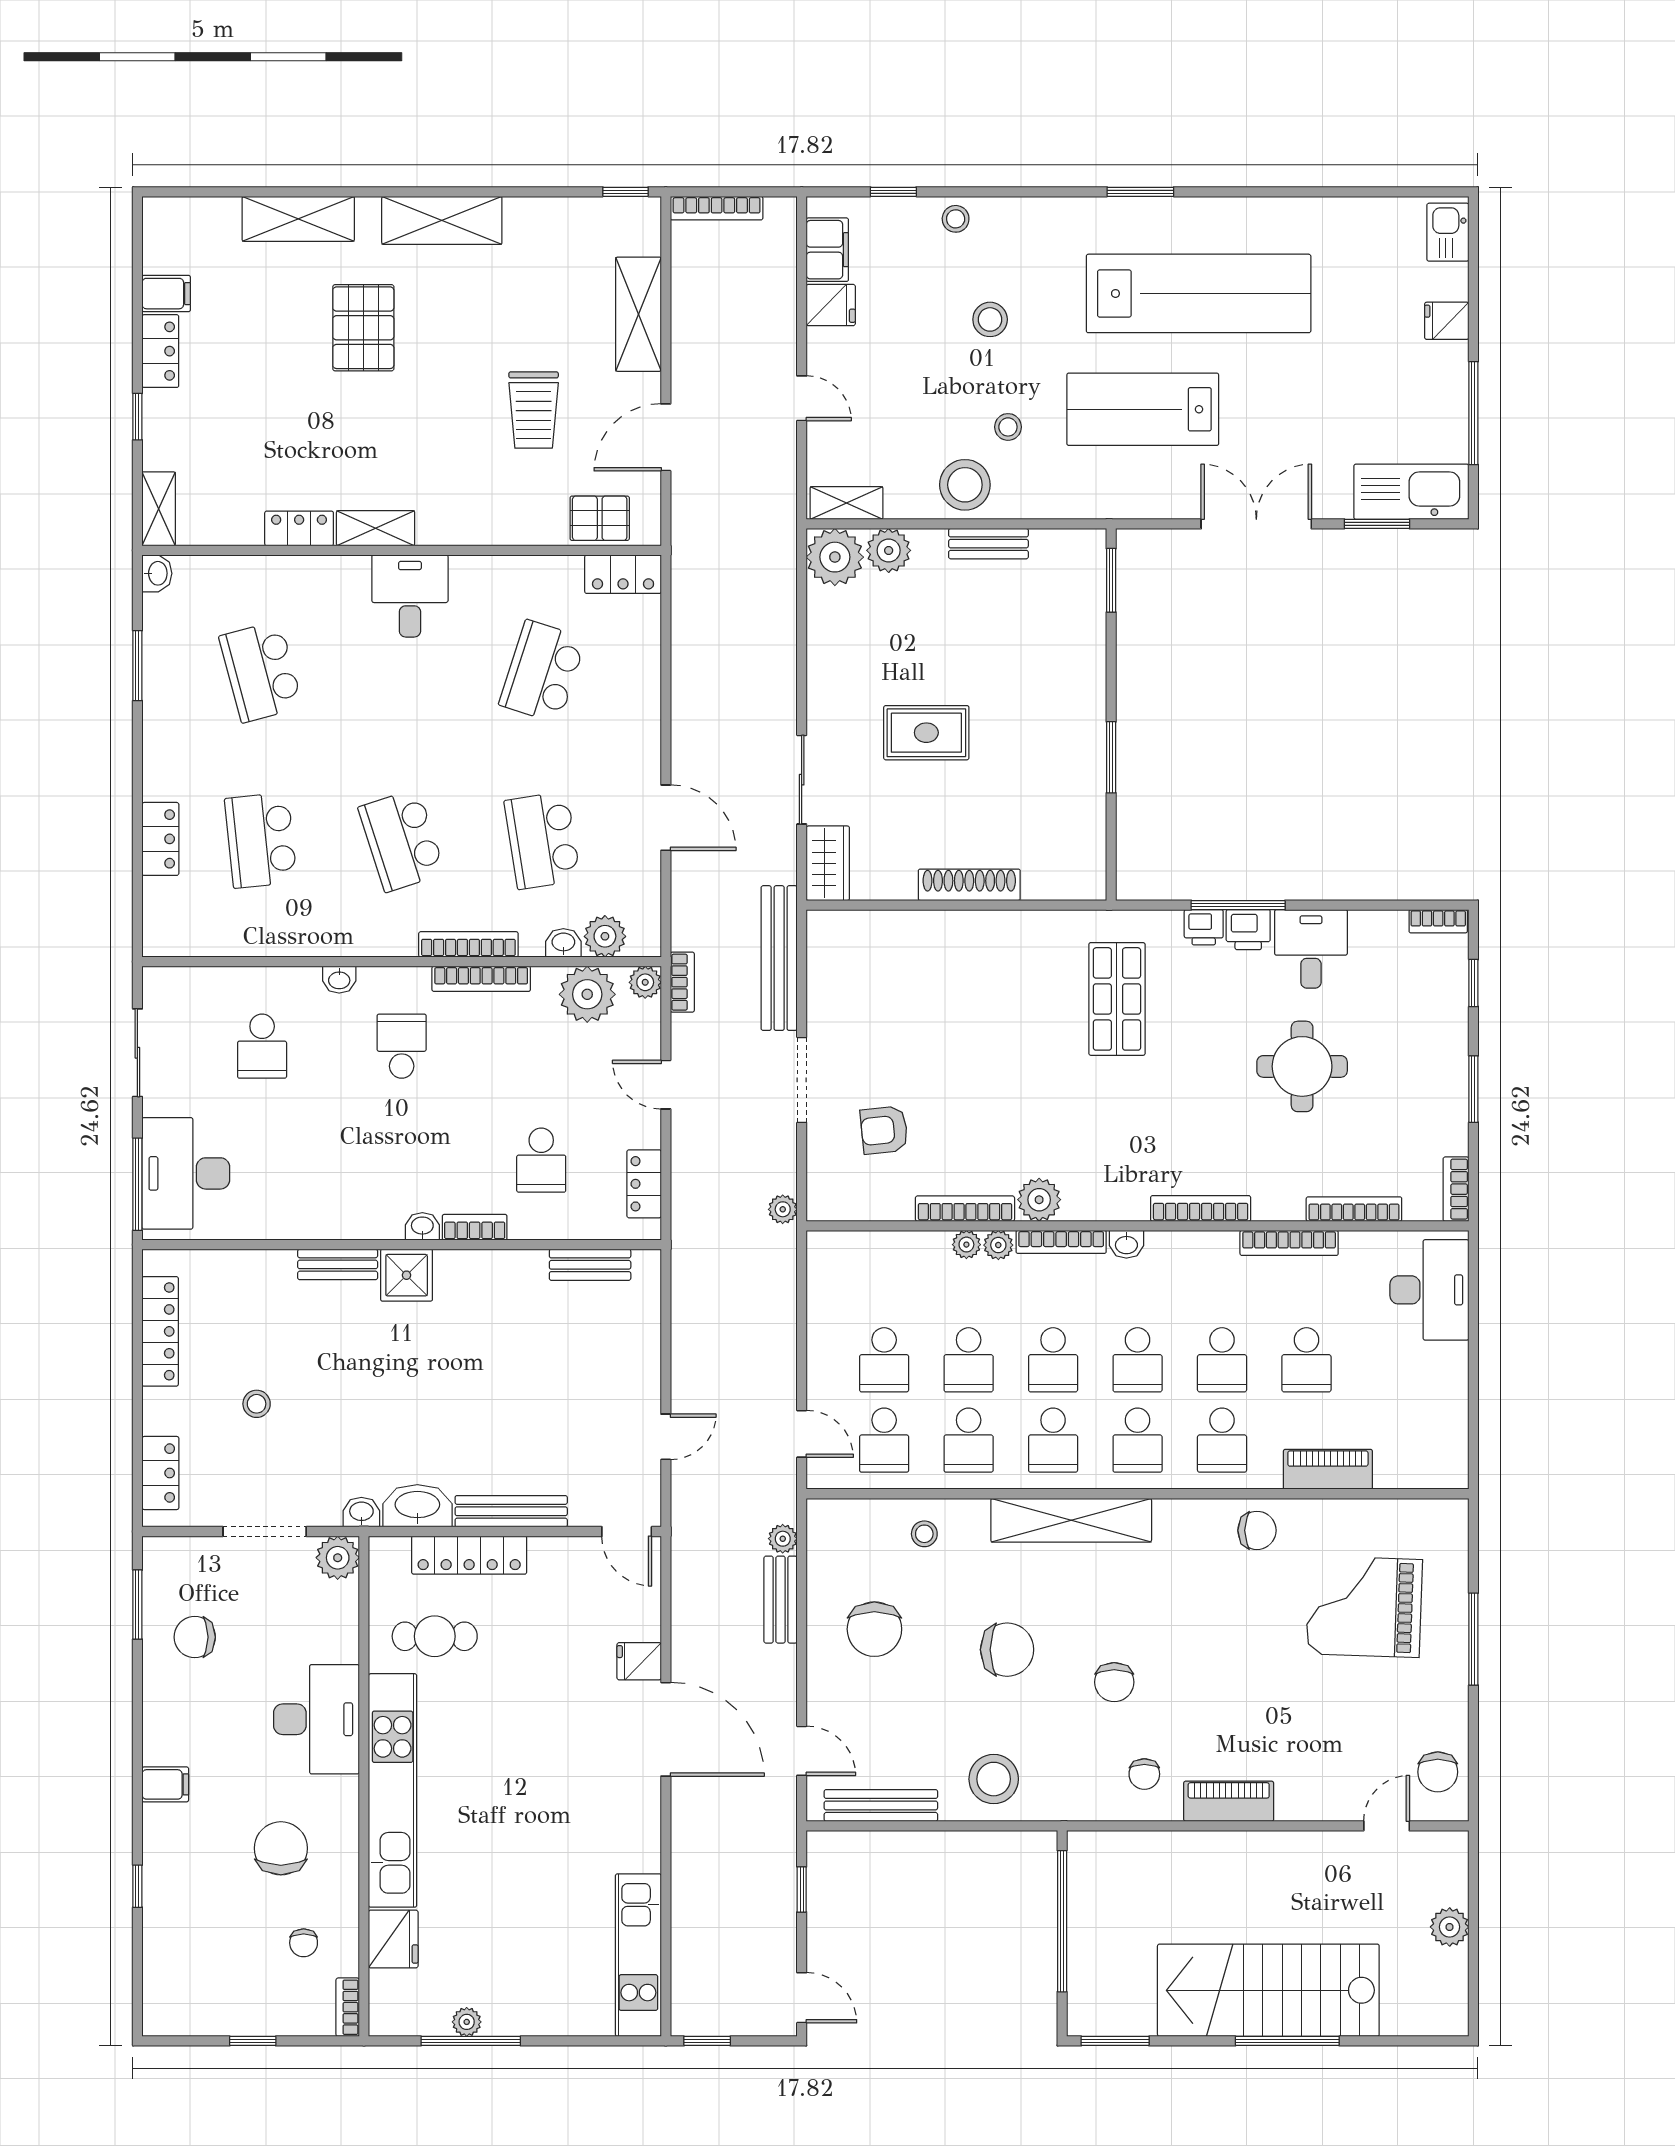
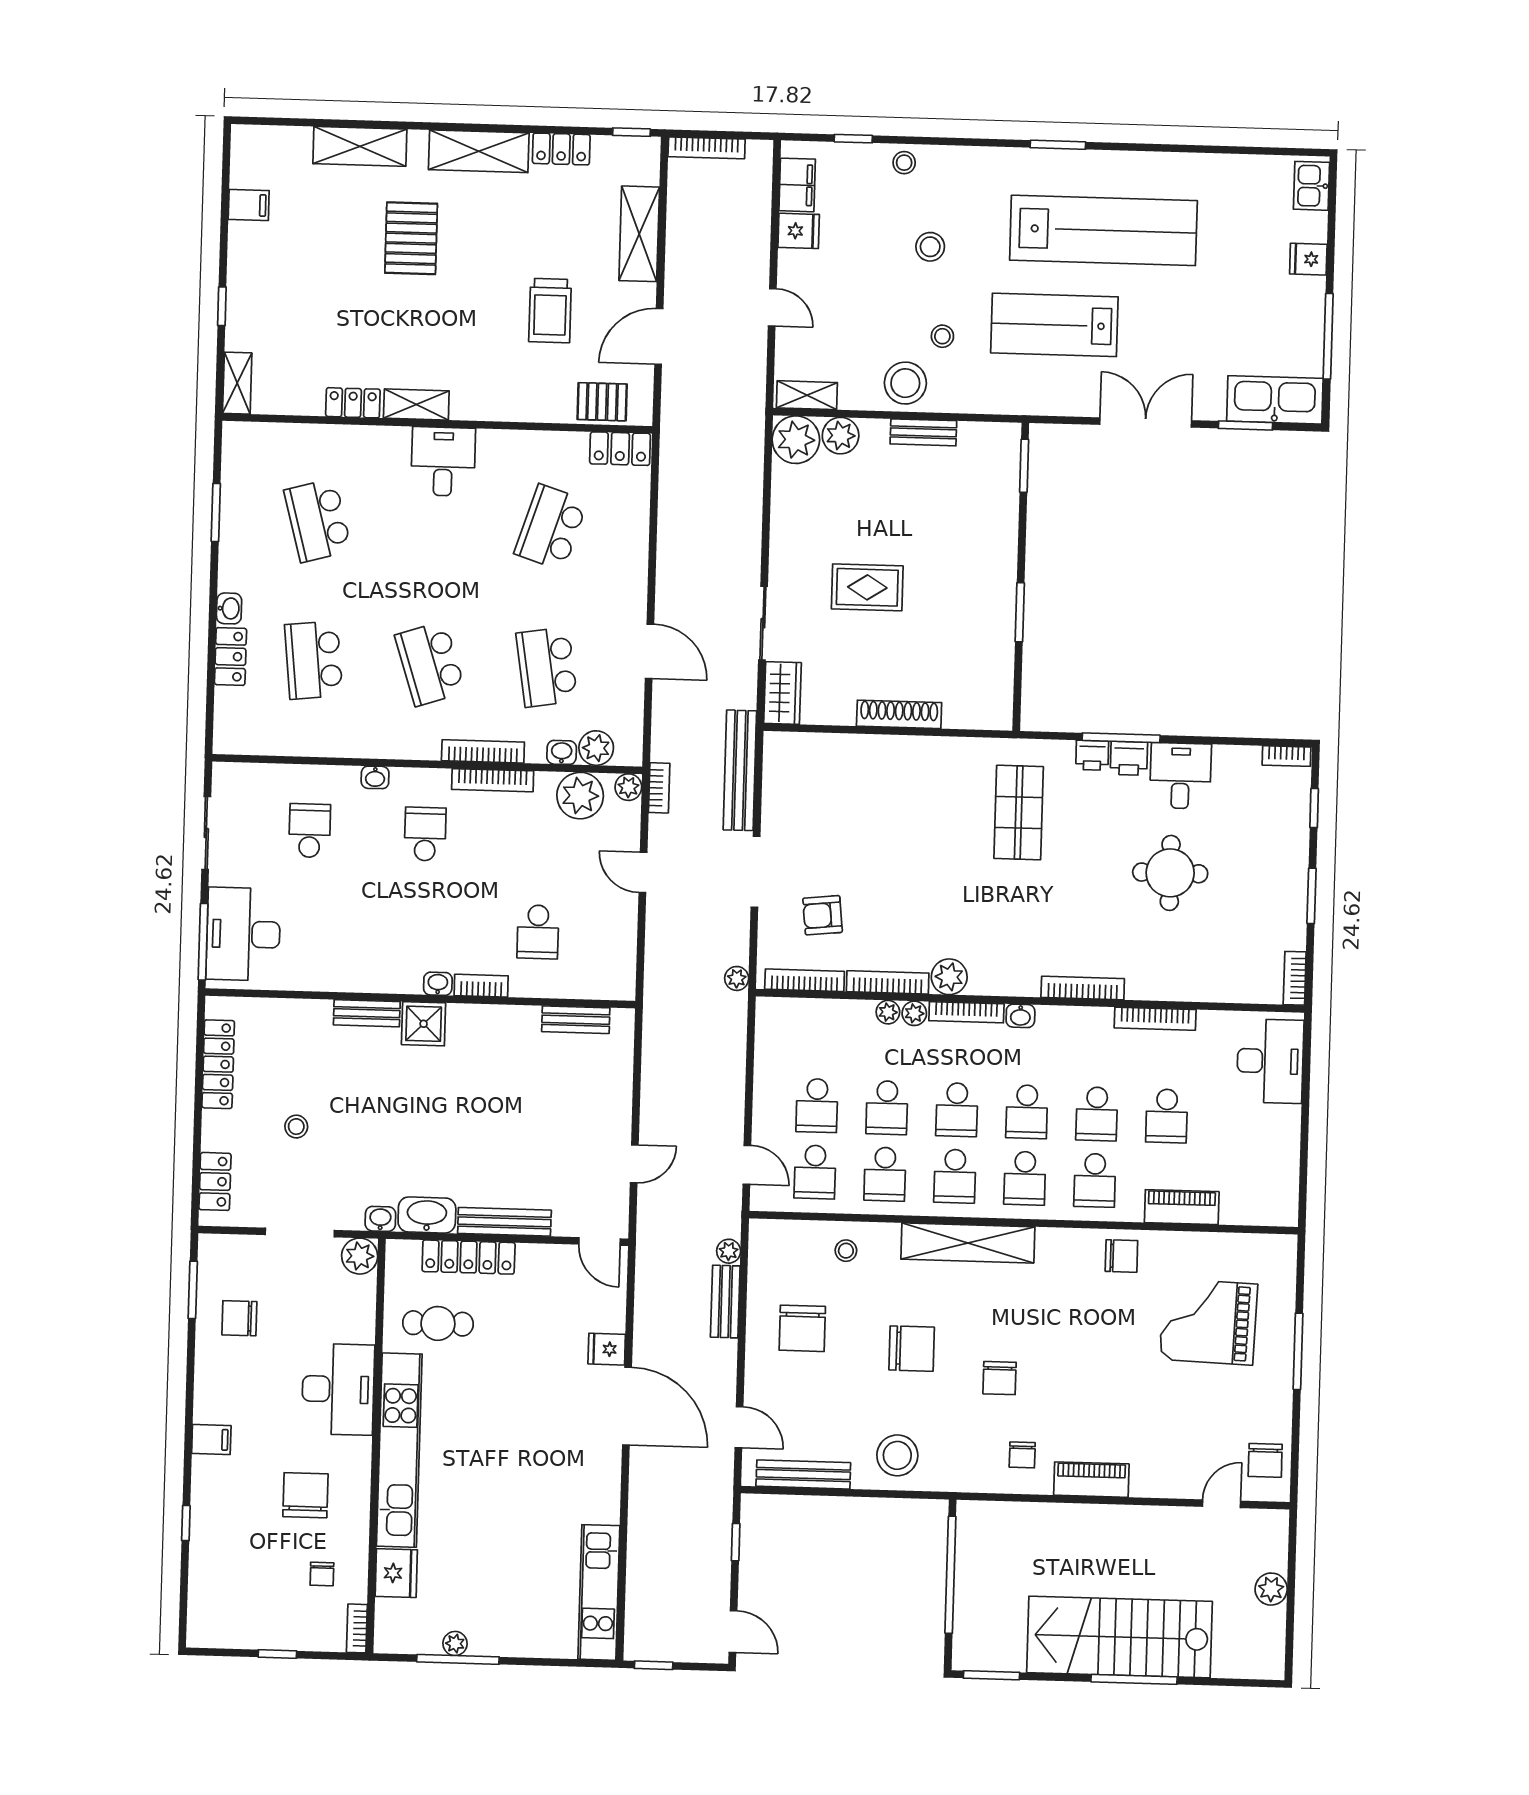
locker: (160, 351) -> (561, 149), moved, turned 90
washbasin: (157, 573) -> (229, 608), moved
school desk: (262, 1046) -> (310, 831), turned 180
locker: (644, 1184) -> (623, 954), removed
bookcase: (1354, 1209) -> (805, 980), moved

